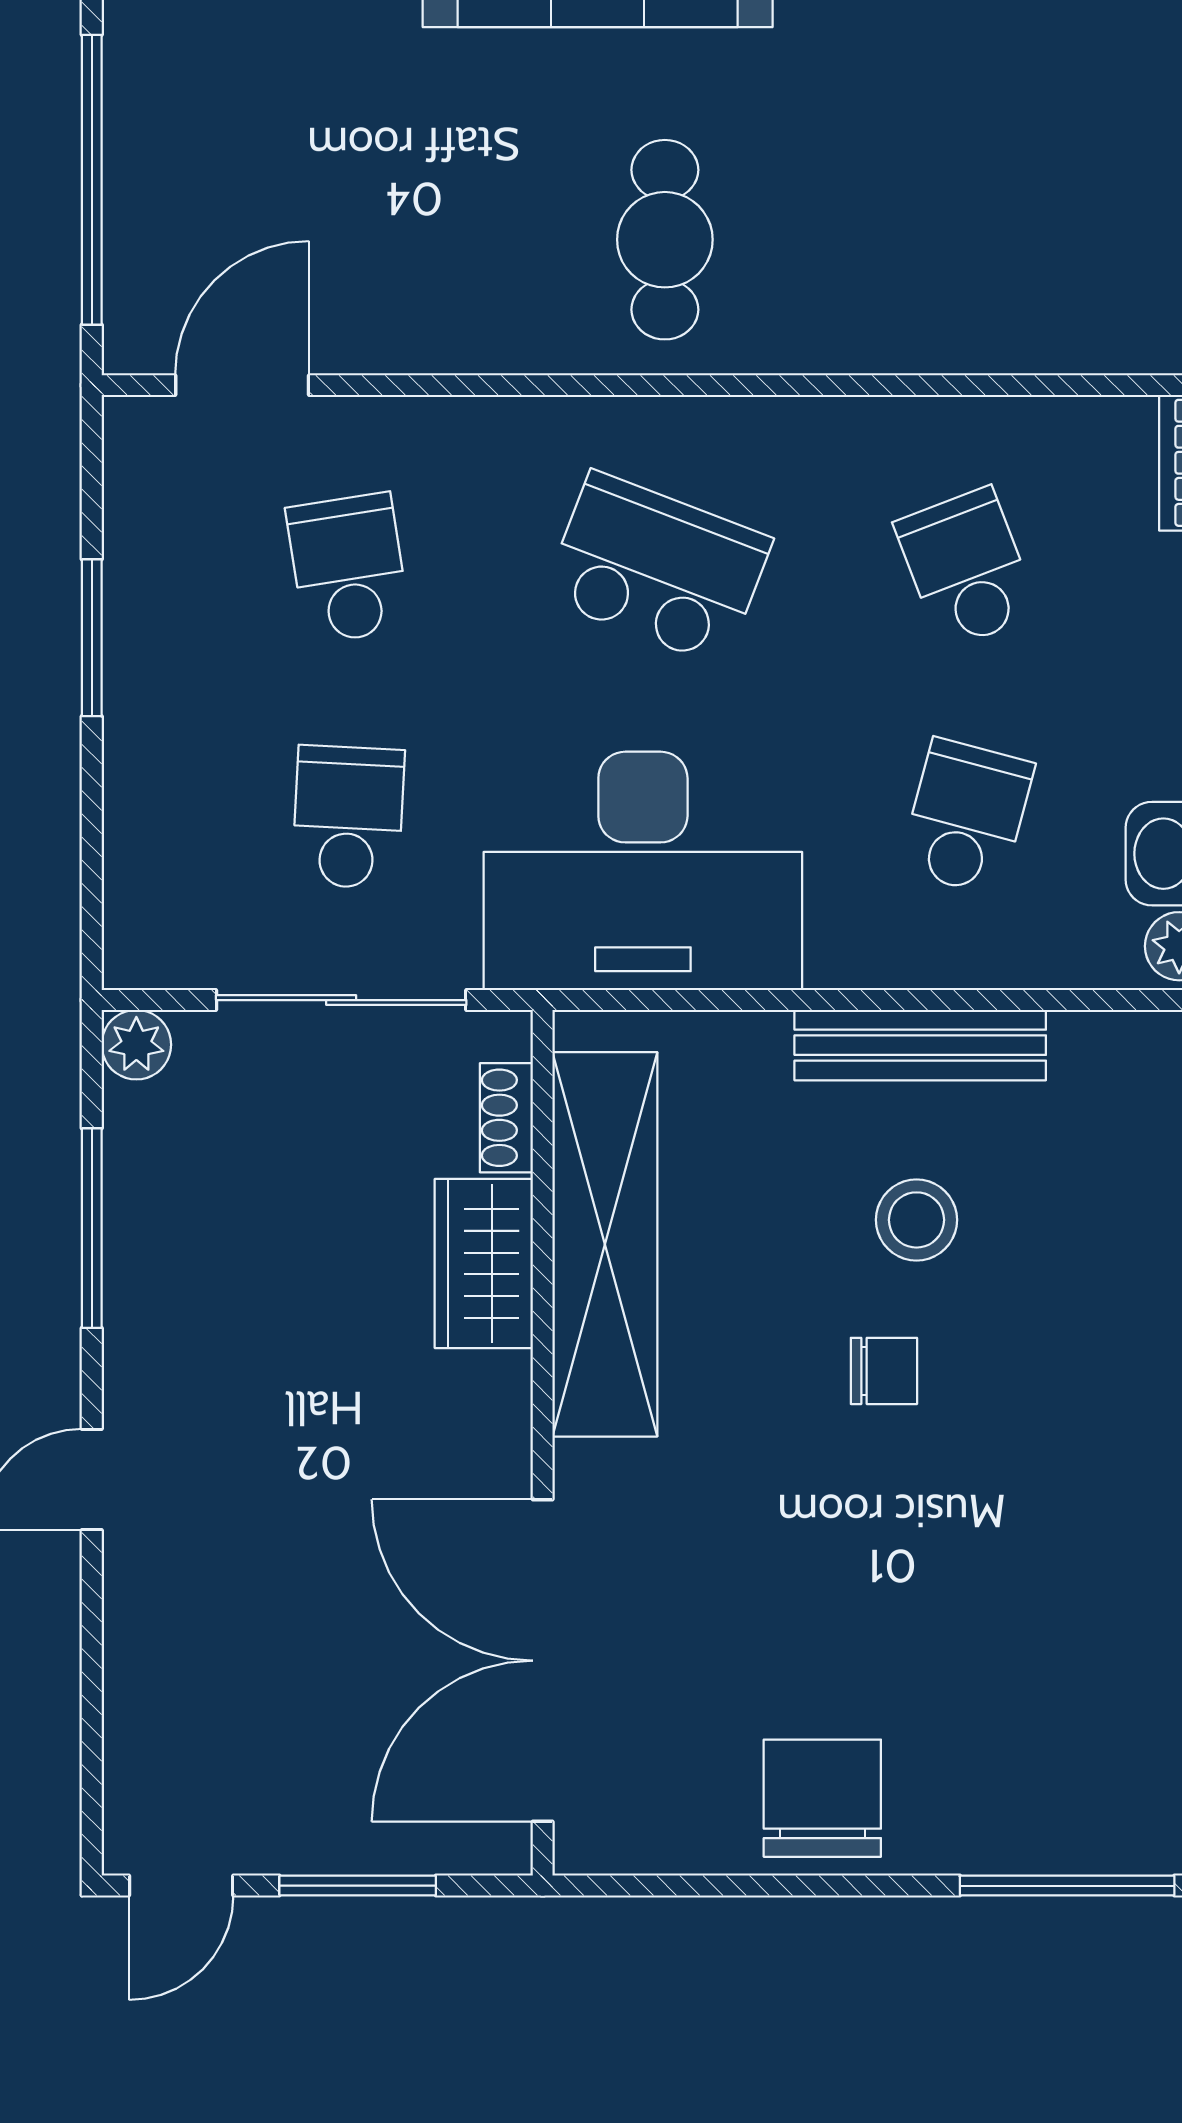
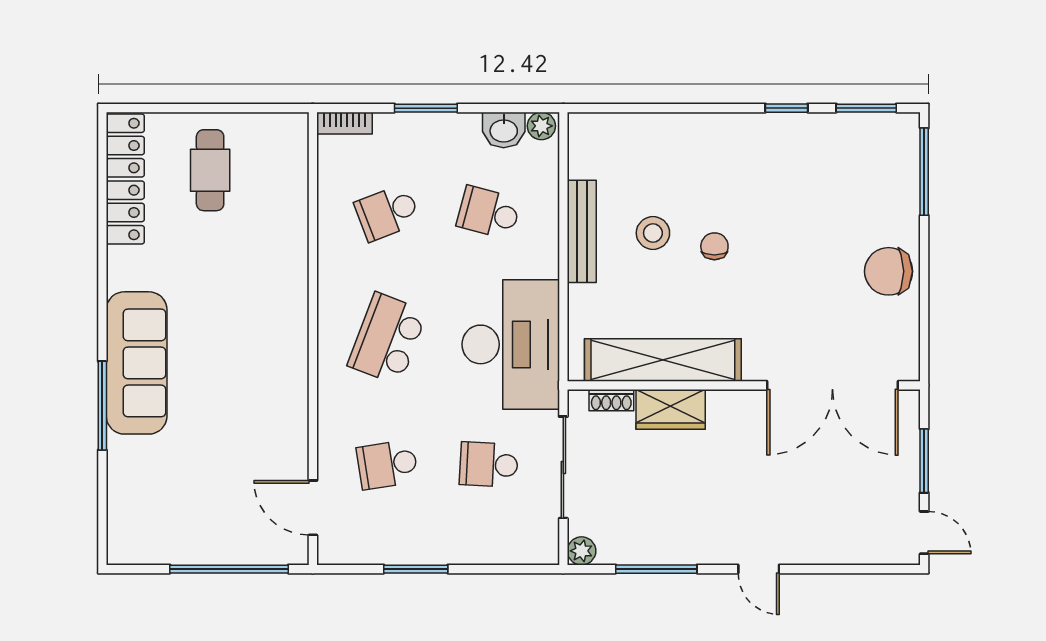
cafe table: (665, 240) -> (210, 170), moved, turned 90

